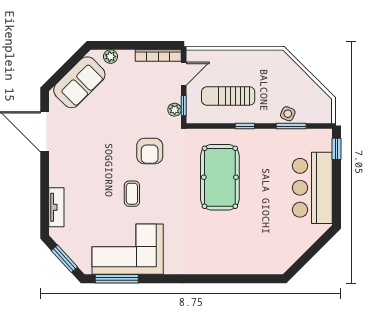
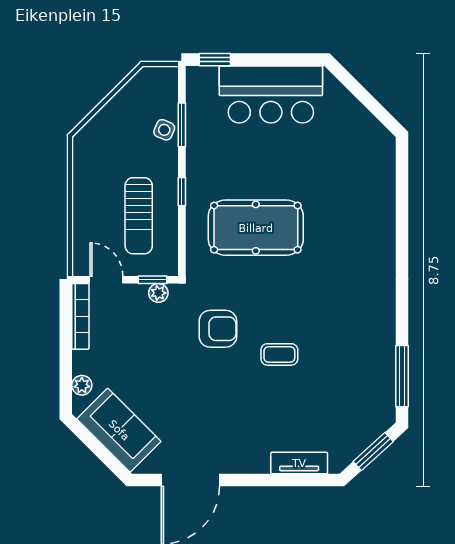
corner sofa: (128, 249) -> (359, 360), removed

